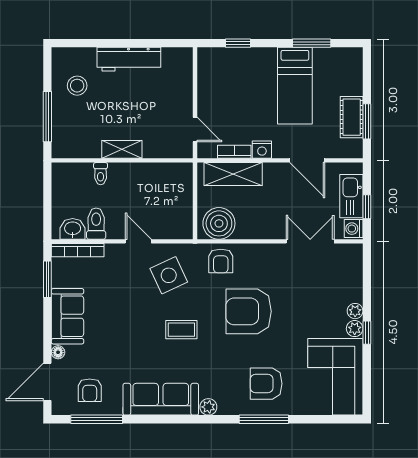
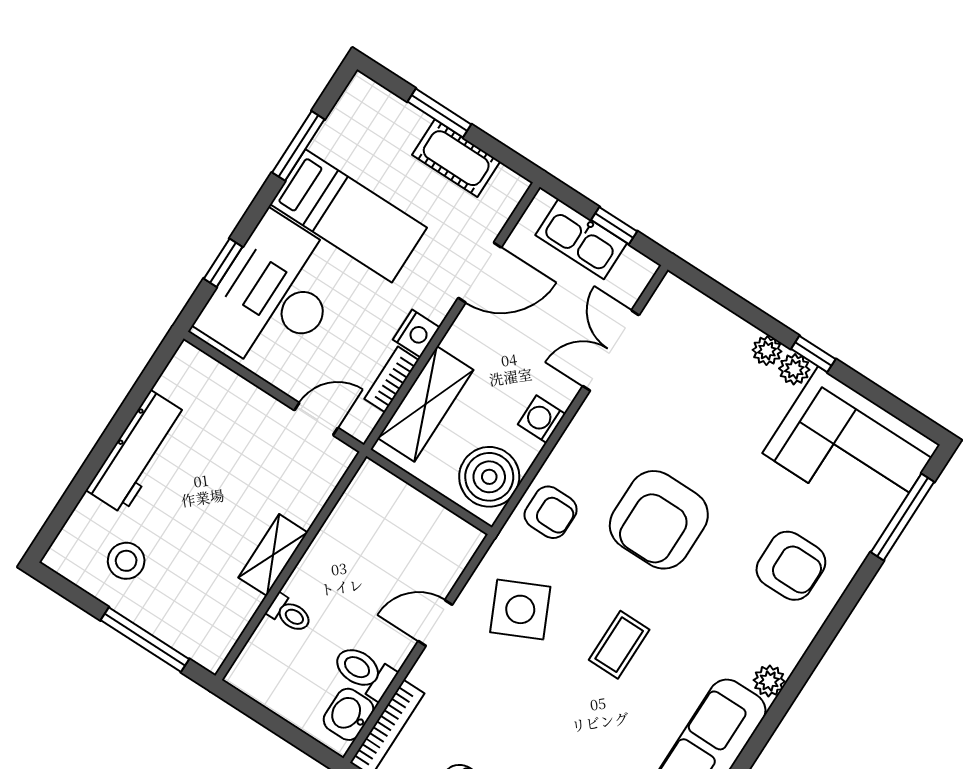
desk: (238, 75) -> (275, 295), added
window: (367, 121) -> (439, 113), moved
washing machine: (354, 229) -> (542, 419), moved, turned 90
armchair: (266, 384) -> (791, 566), turned -90
window: (264, 419) -> (903, 517), moved

